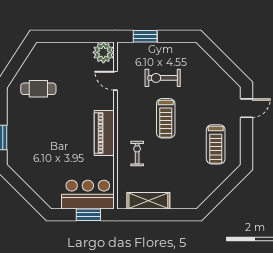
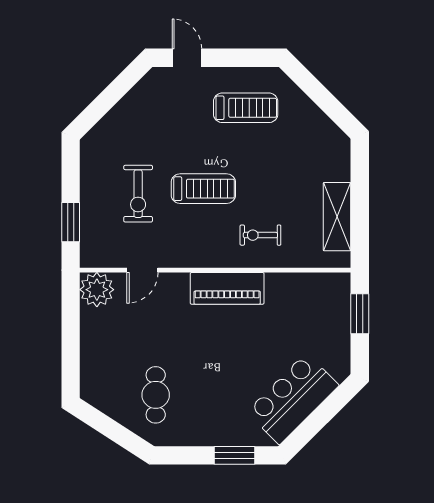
bar counter: (88, 195) -> (293, 399), moved, turned 45

